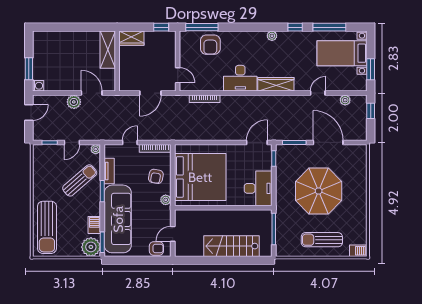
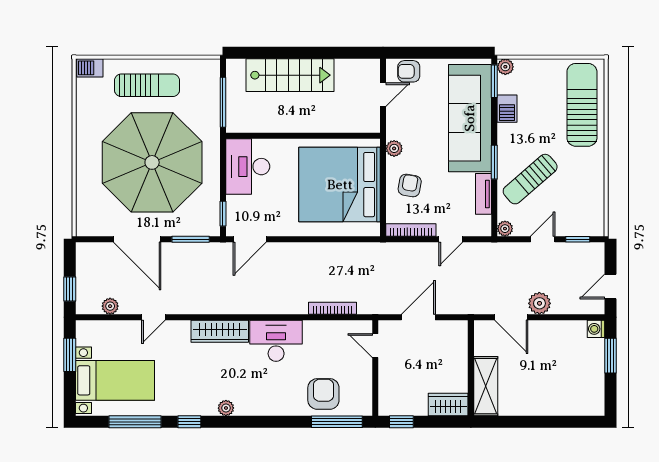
parasol: (319, 191) -> (152, 162), width x1.36, depth x1.36
plant: (91, 247) -> (505, 67), width x0.53, depth x0.53

